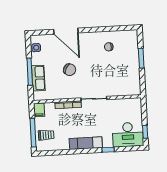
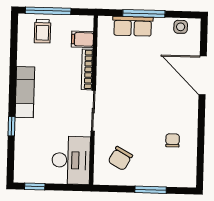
door: (66, 31) -> (203, 75), hinge flipped
chair: (70, 70) -> (120, 158), moved
filing cabinet: (39, 110) -> (82, 39), moved
desk: (128, 135) -> (71, 160), moved, turned 180

